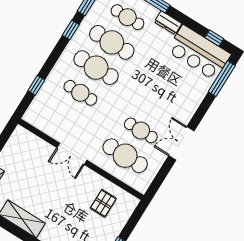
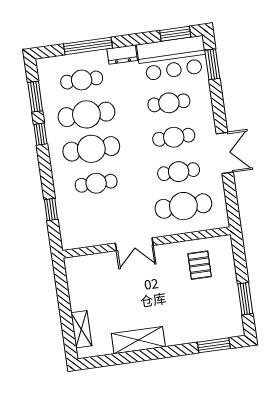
window: (214, 38) -> (175, 34), width x1.50
window: (222, 79) -> (212, 64), width x0.69
cafe table: (172, 80) -> (169, 103), added
cafe table: (157, 105) -> (174, 137), added
double door: (181, 143) -> (225, 153), swing flipped

